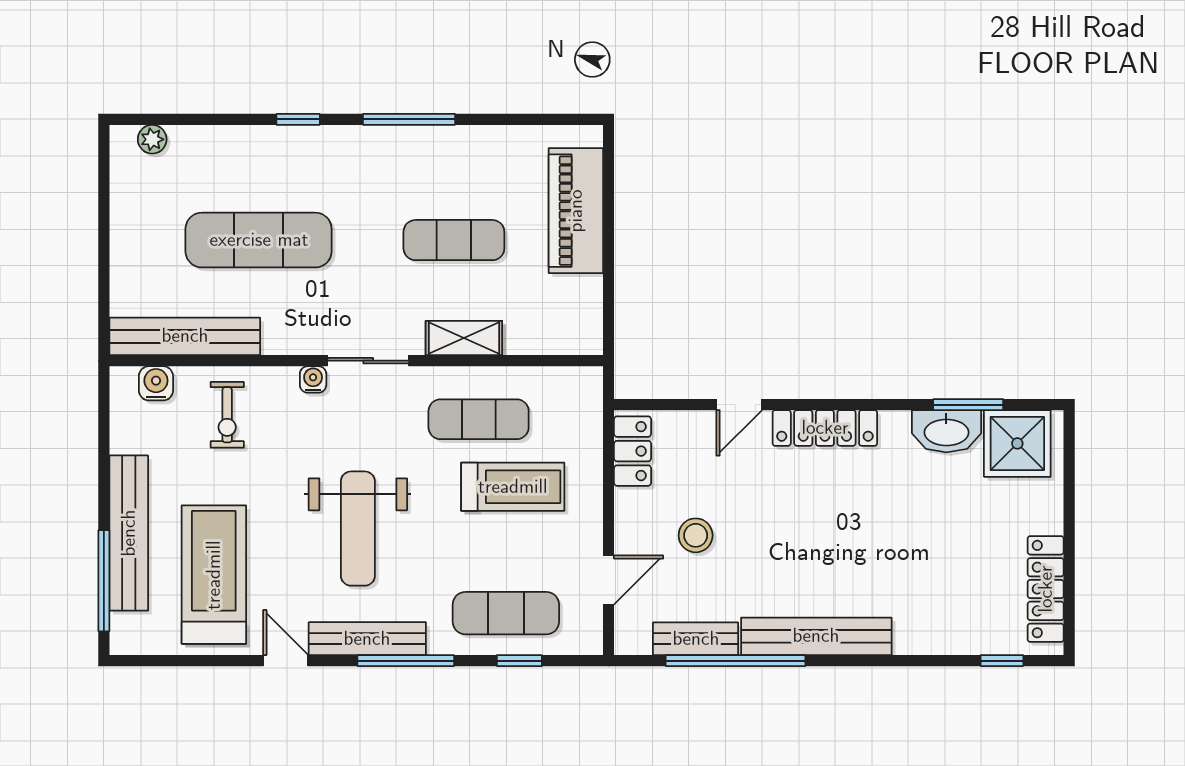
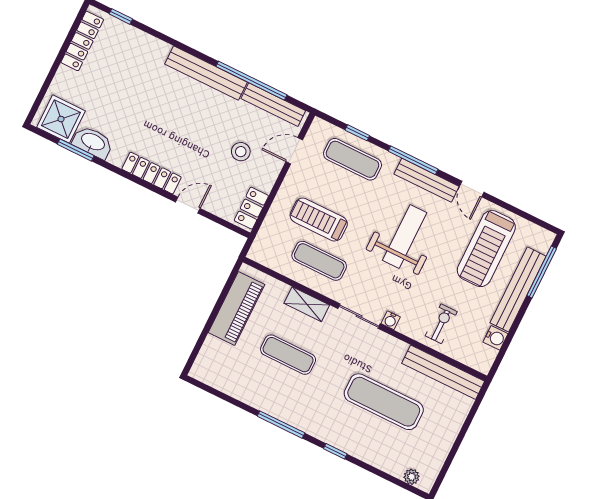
piano: (576, 211) -> (236, 308), moved
water cooler: (156, 383) -> (496, 338), moved, turned -90
bench: (696, 639) -> (273, 105), width x1.36

